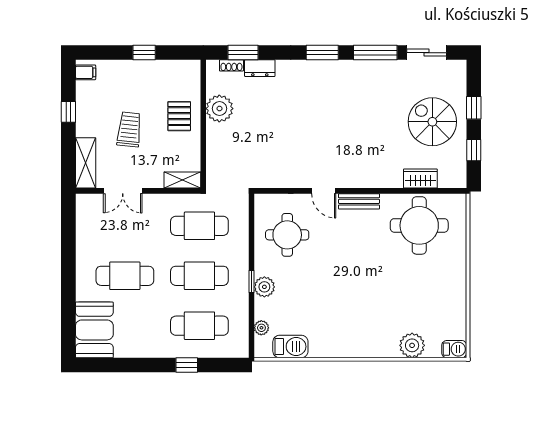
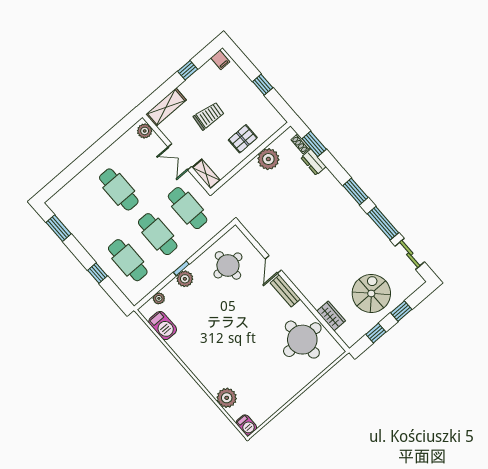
double door: (123, 191) -> (180, 157), moved
plant: (91, 203) -> (145, 131), added
booth: (94, 330) -> (70, 199), removed
window: (112, 365) -> (59, 228), added

